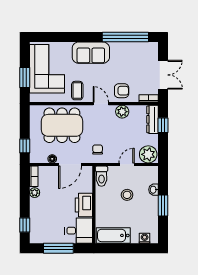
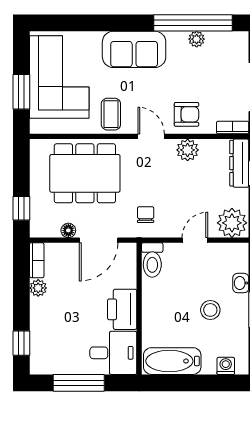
plant: (127, 47) -> (197, 39), added
stool: (127, 195) -> (210, 310), moved

